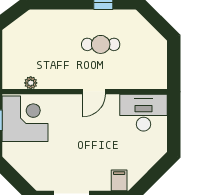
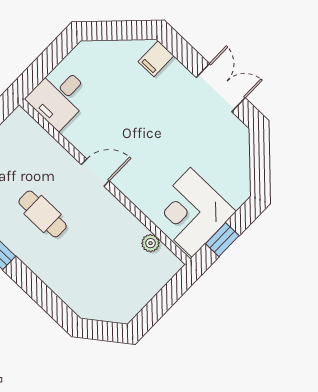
desk: (143, 113) -> (59, 97), width x0.73

